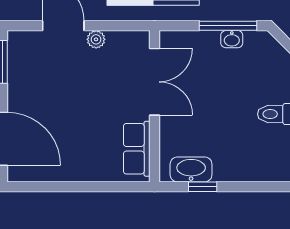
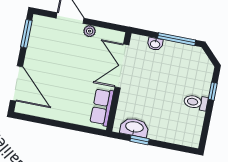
washbasin: (232, 39) -> (155, 44), moved
double door: (154, 82) -> (122, 66), swing flipped

